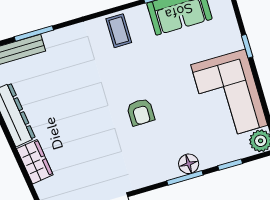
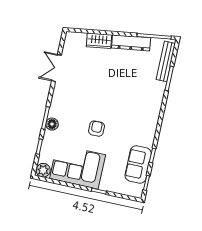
coffee table: (119, 31) -> (146, 126), removed
armchair: (141, 112) -> (97, 129), moved, turned 90

